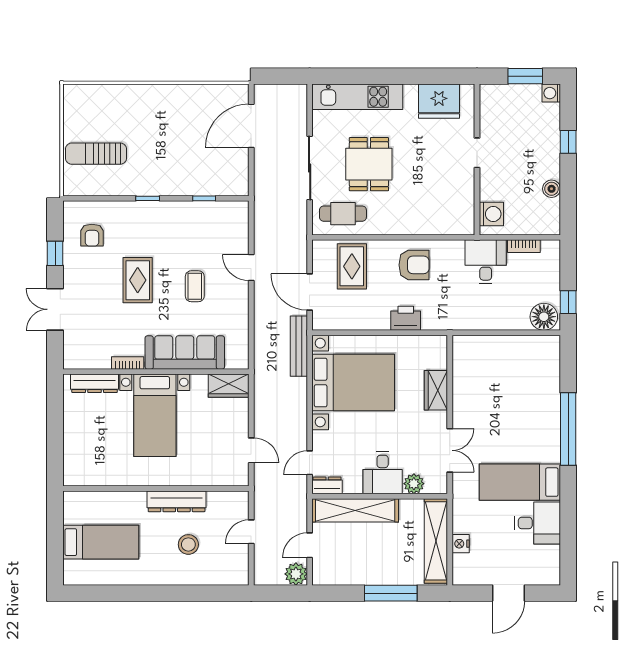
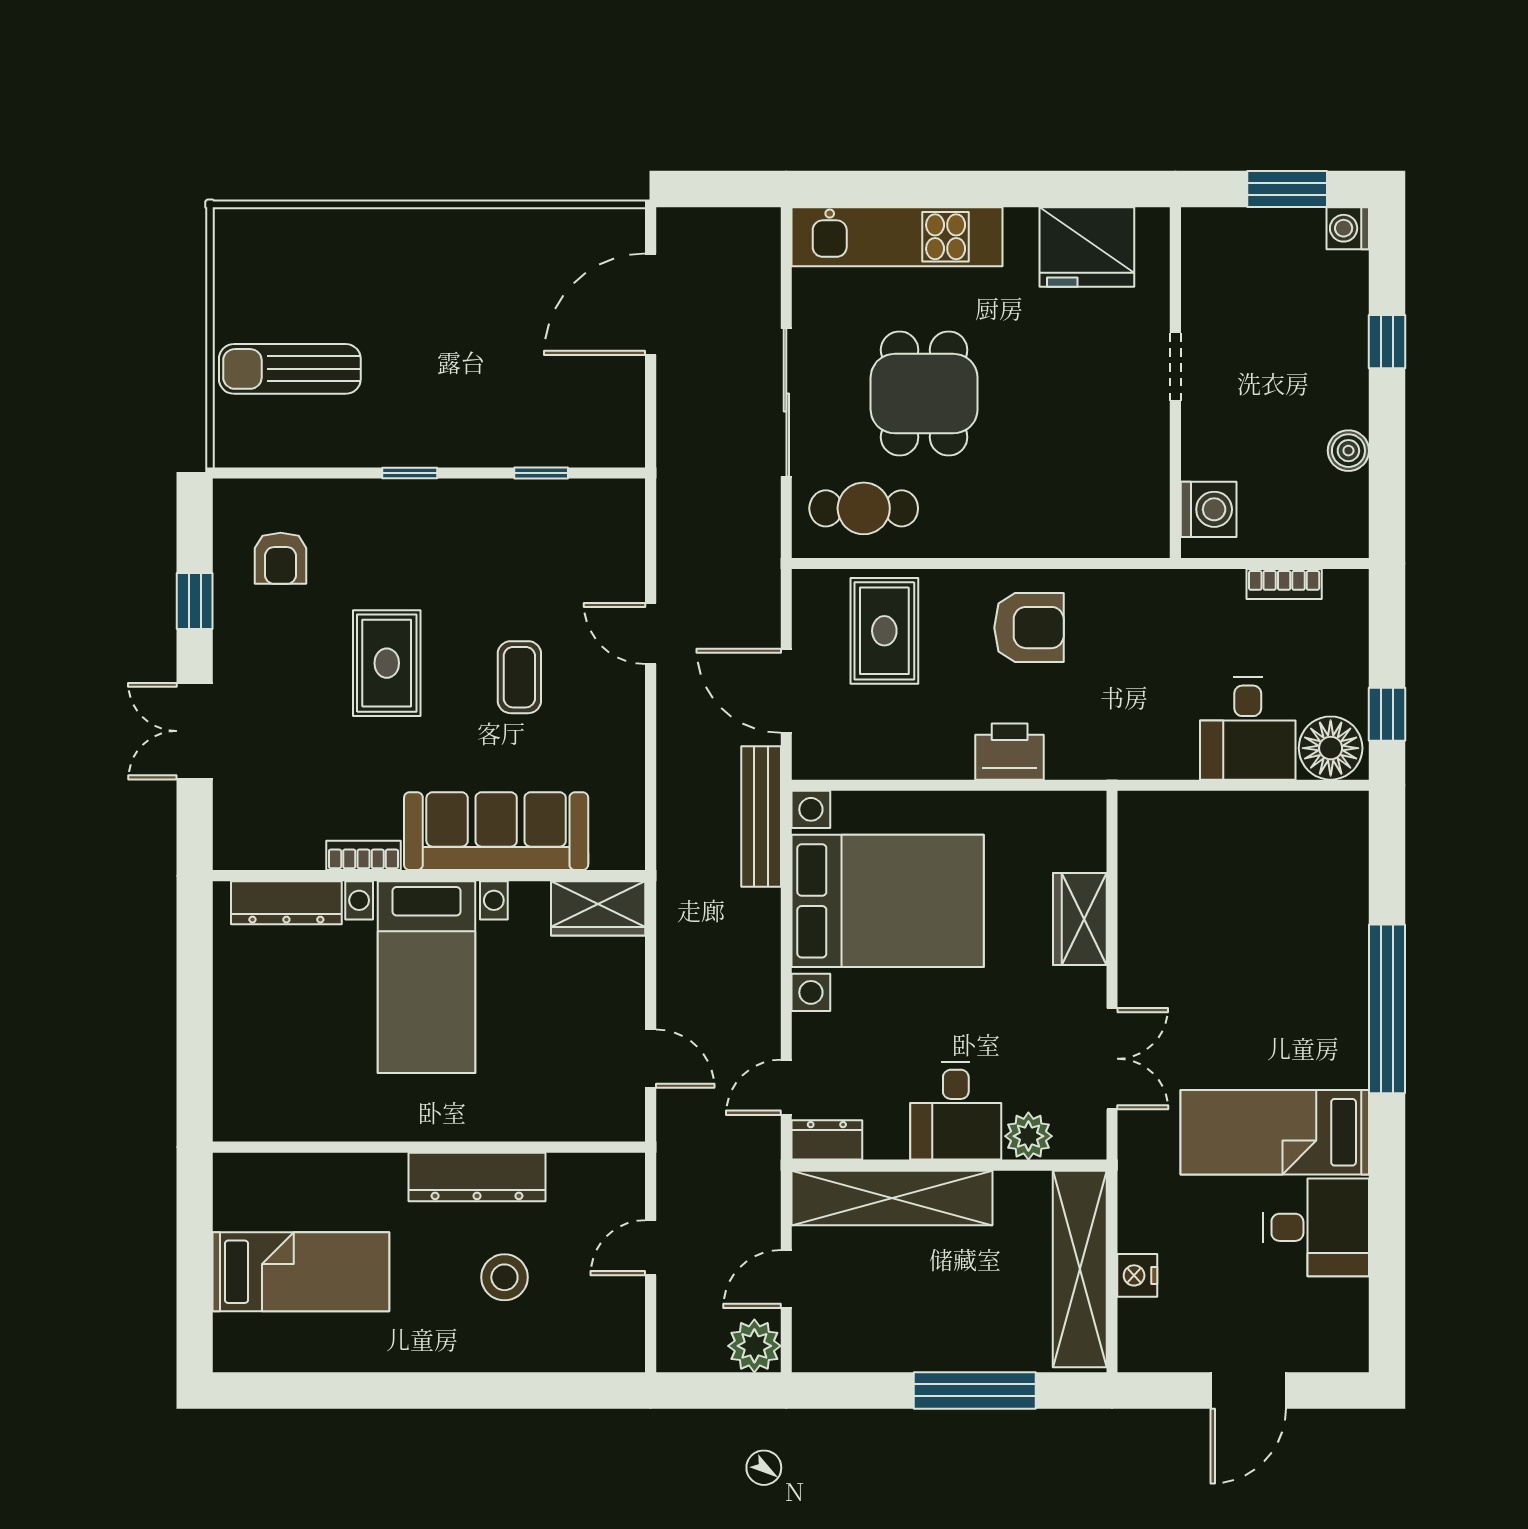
desk: (486, 262) -> (1248, 729), moved, turned 180

